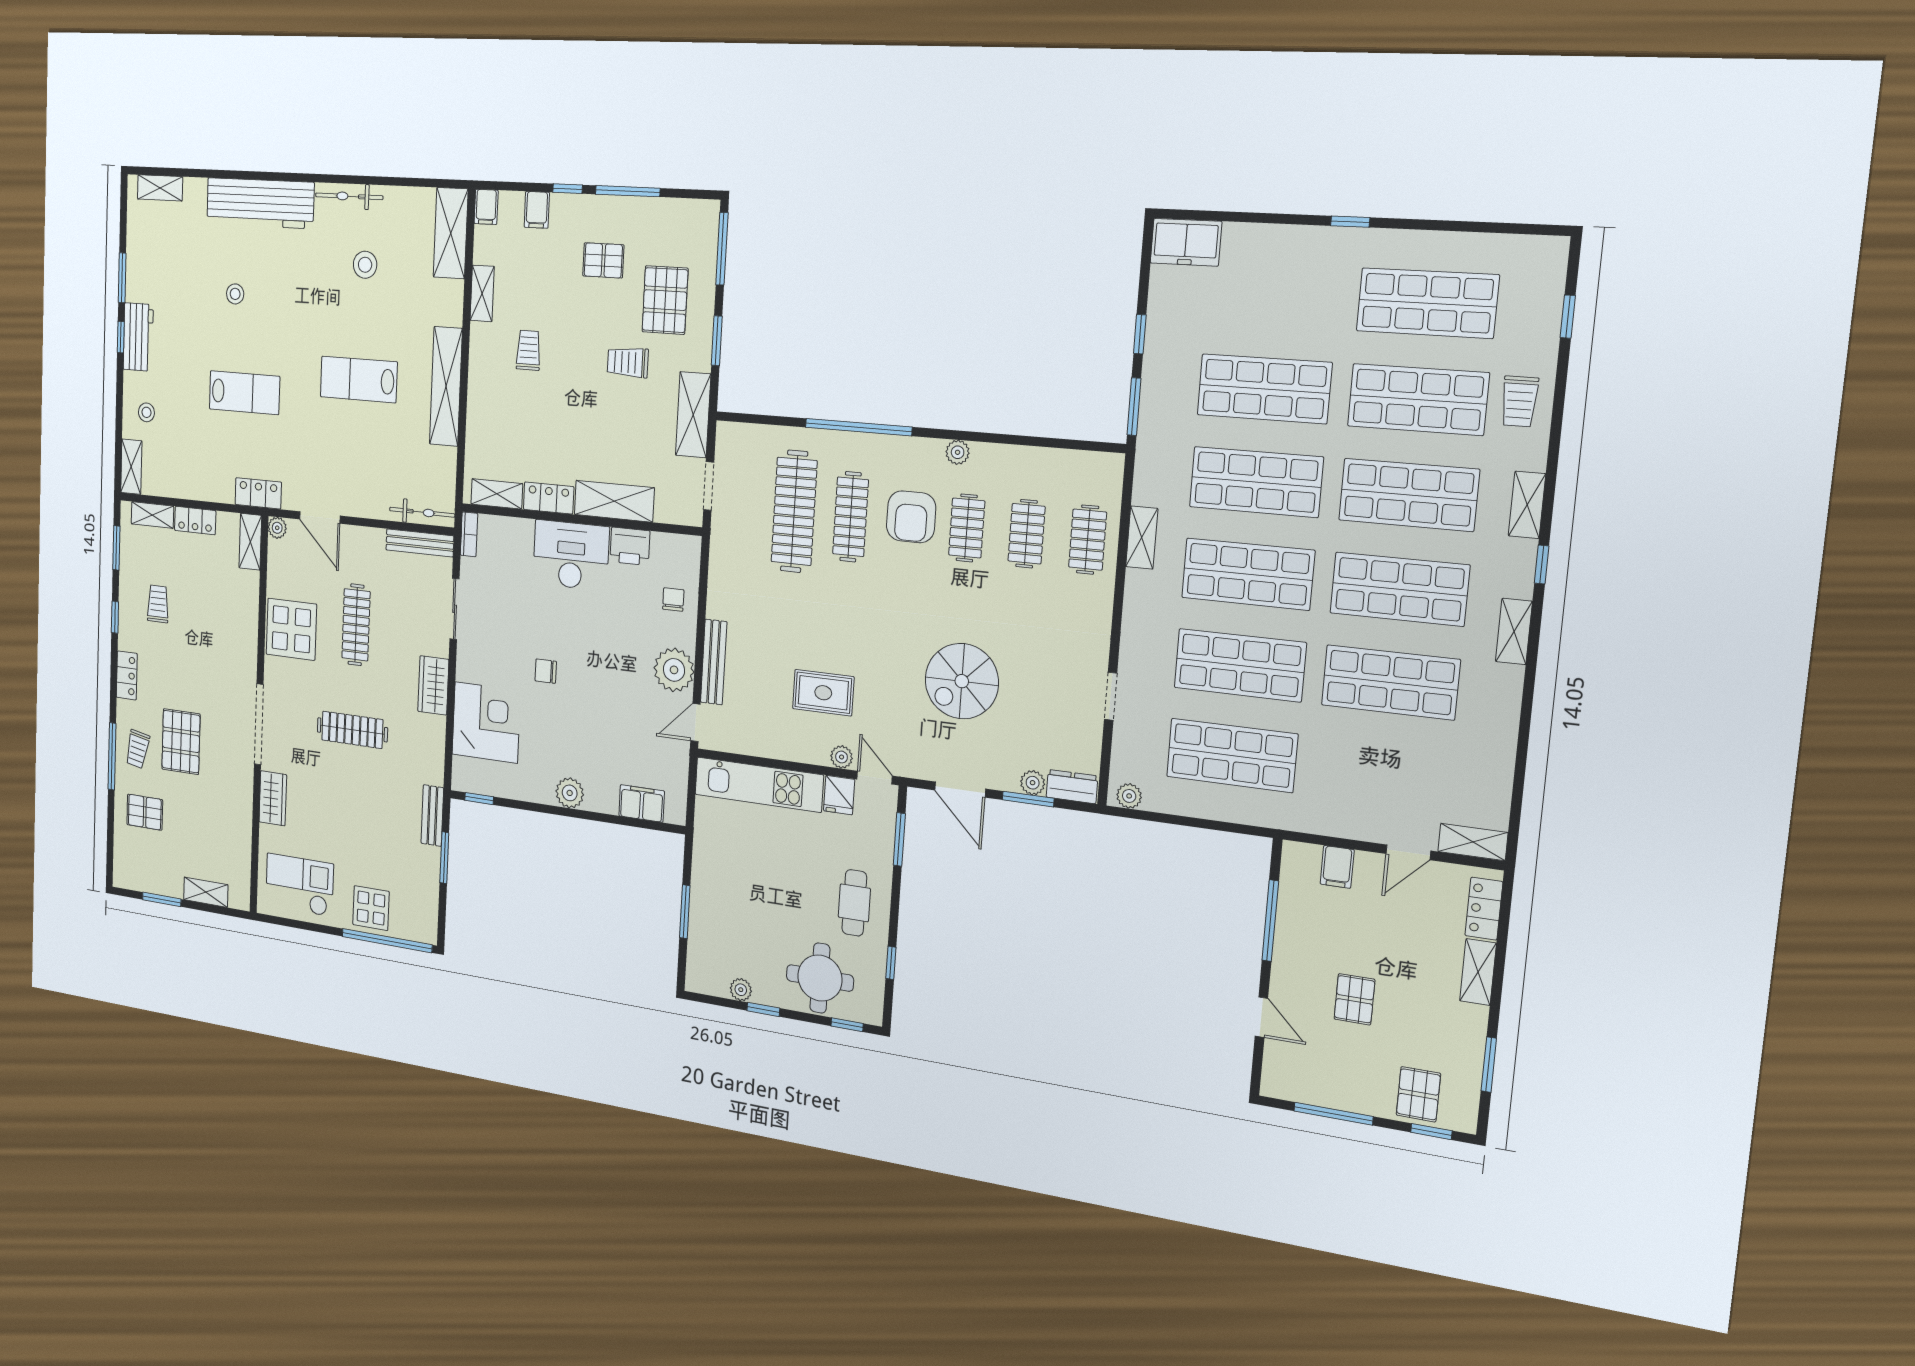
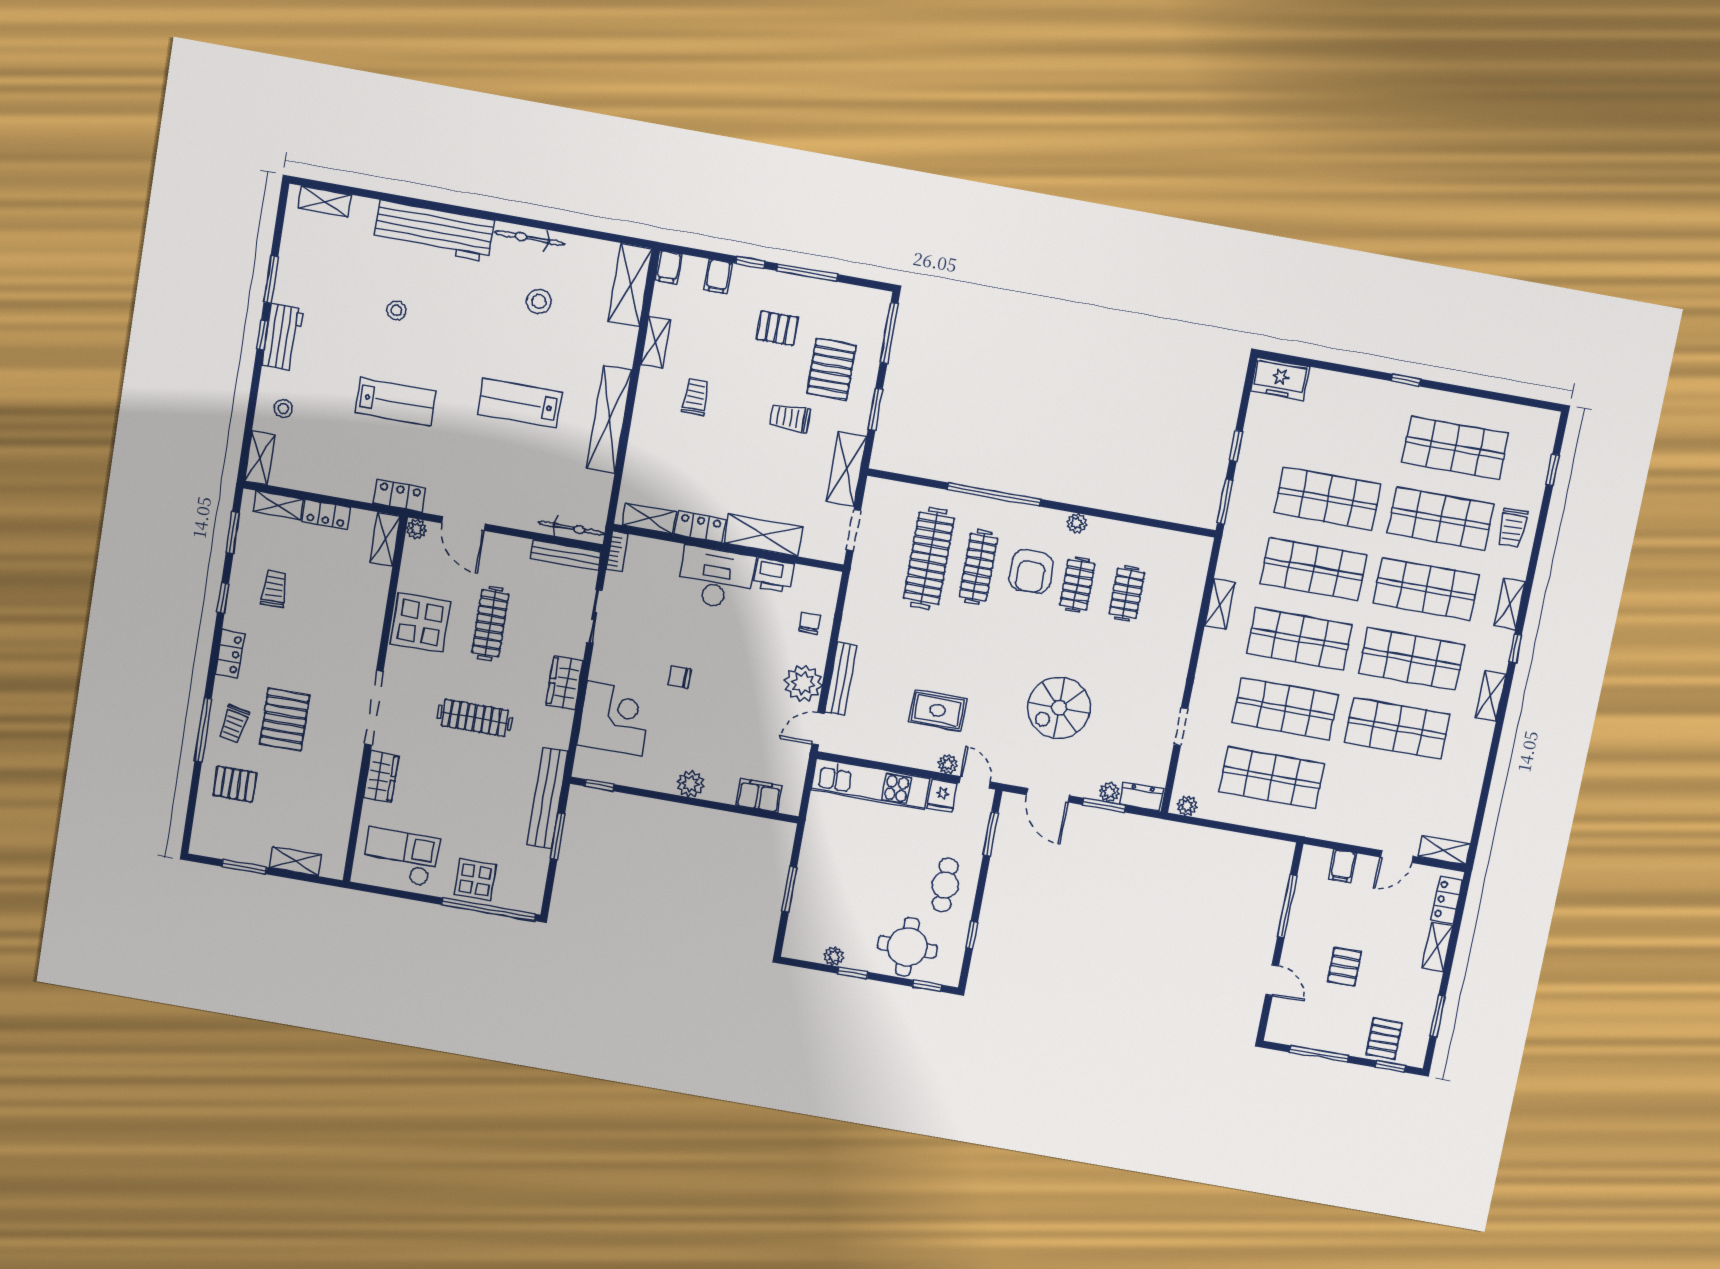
clothes rail: (1088, 540) -> (1176, 602), removed
bench: (432, 816) -> (547, 798), width x1.86, depth x1.21

